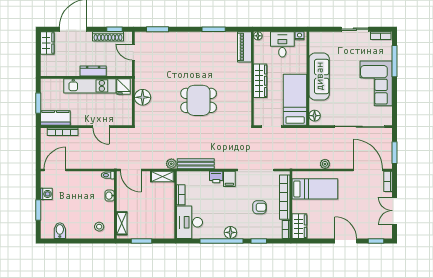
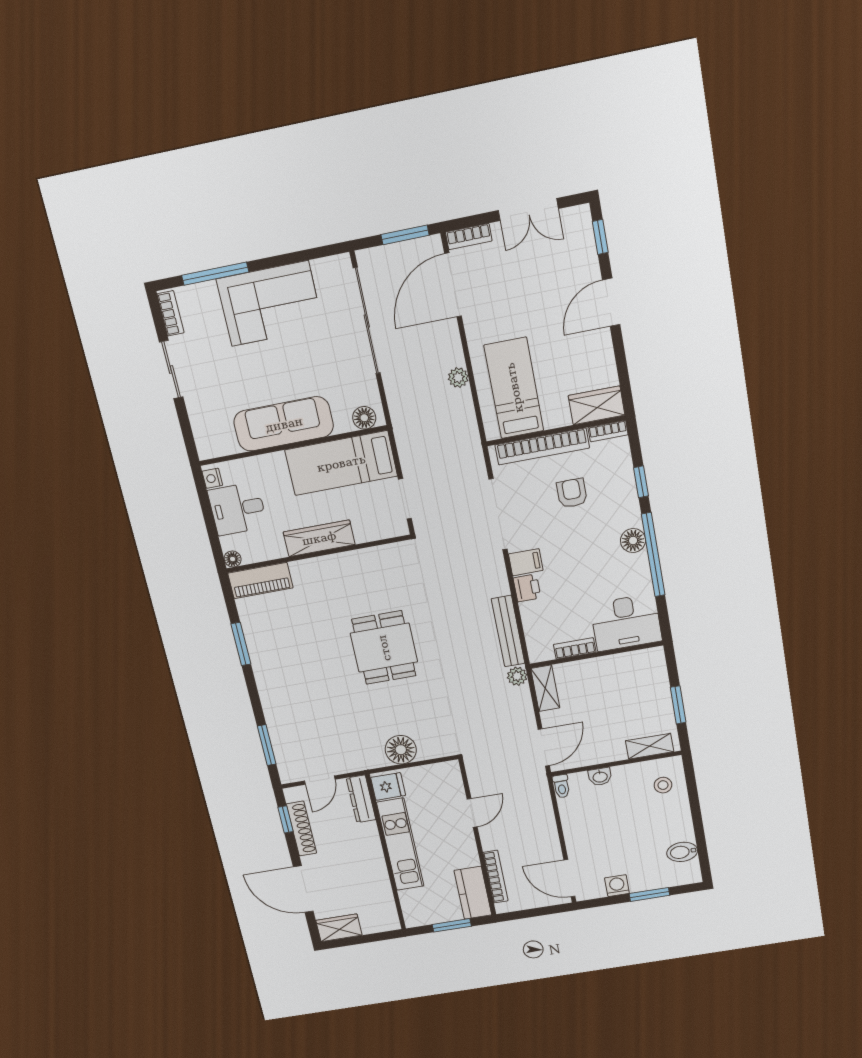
dresser: (93, 71) -> (361, 799), moved

